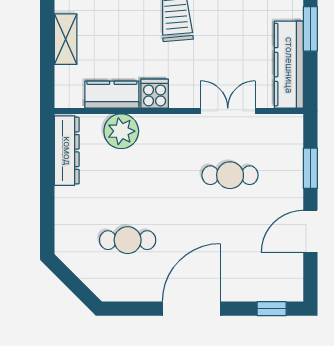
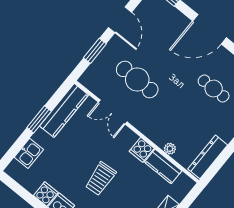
plant: (121, 131) -> (170, 149), width x0.53, depth x0.53
cafe table: (230, 175) -> (137, 79), width x1.37, depth x1.35
door: (310, 231) -> (120, 20), hinge flipped

